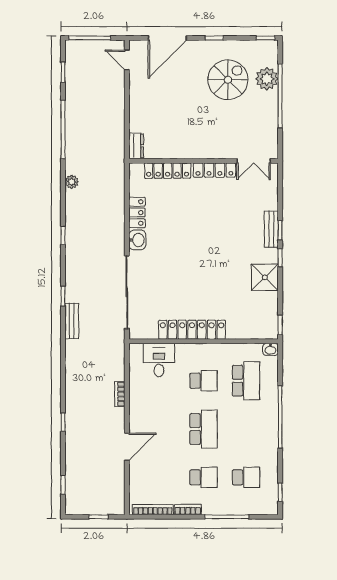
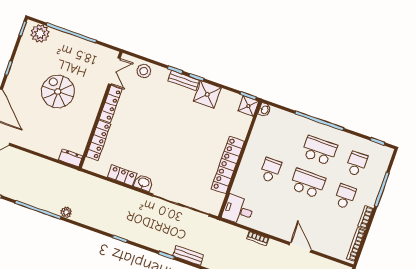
plant: (267, 79) -> (40, 33), moved
spiral stairs: (228, 80) -> (58, 92), moved
plant: (72, 182) -> (66, 212), moved
stool: (266, 195) -> (144, 71), added
bench: (271, 229) -> (184, 80), moved
shower: (268, 329) -> (248, 106), added
desk: (159, 360) -> (238, 210), moved
school desk: (246, 381) -> (319, 150), moved

